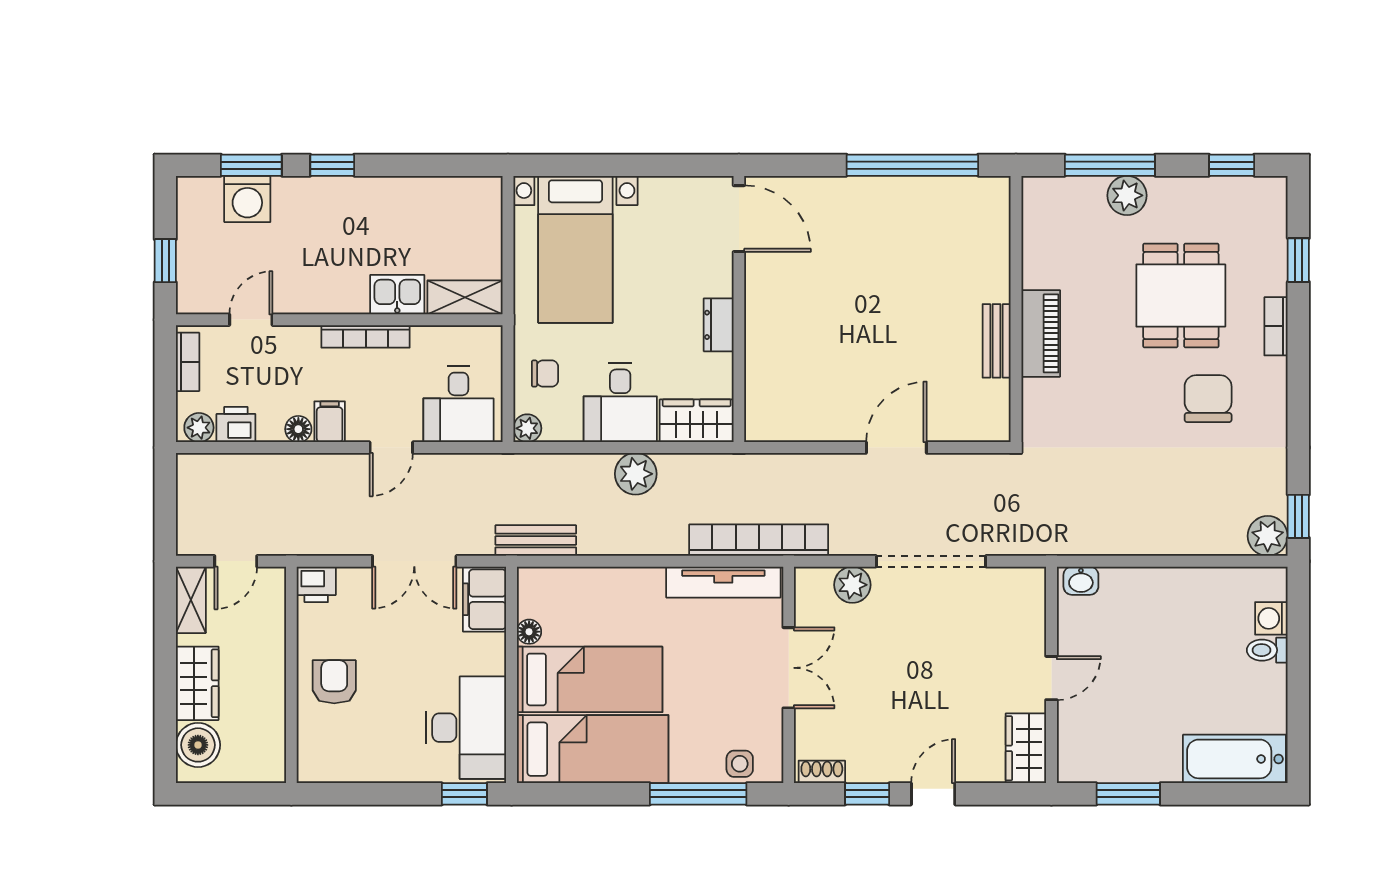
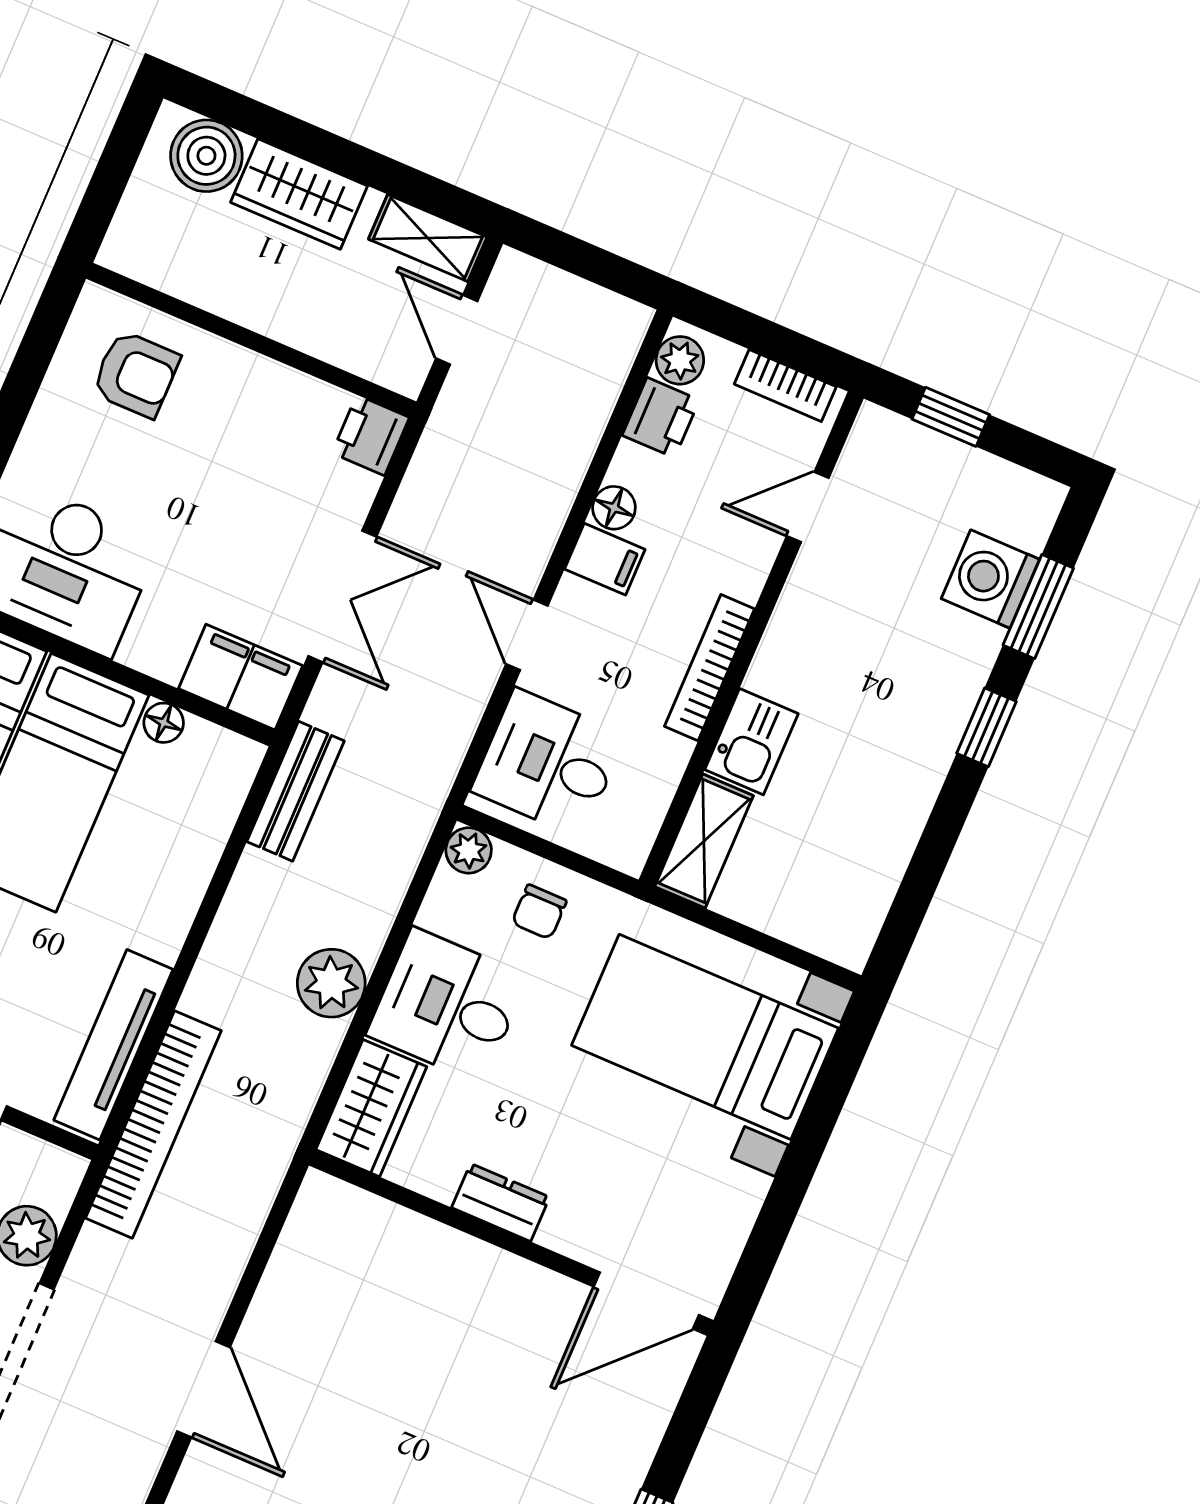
door: (251, 320) -> (808, 507), swing flipped
double door: (414, 561) -> (342, 596), swing flipped
armchair: (334, 682) -> (136, 374), moved

